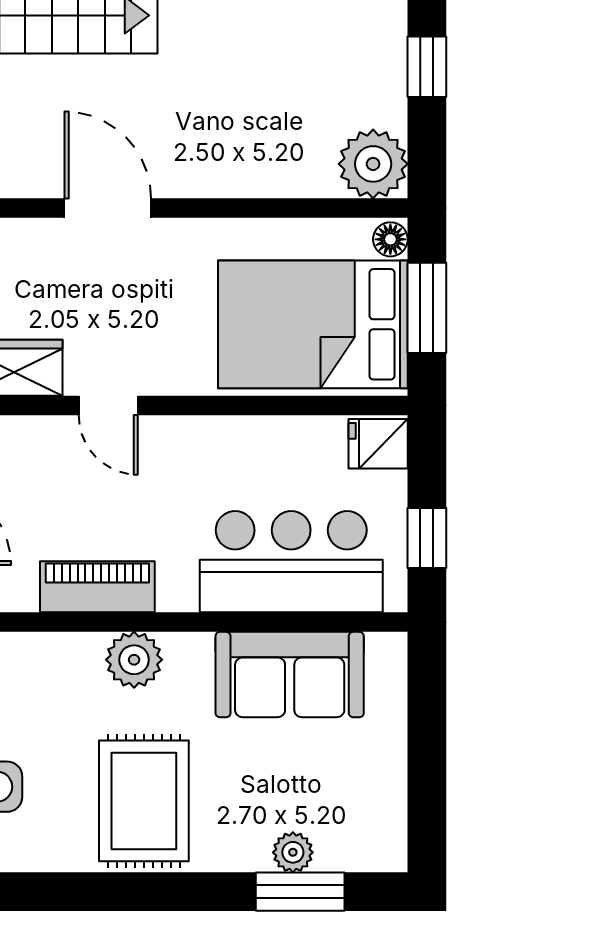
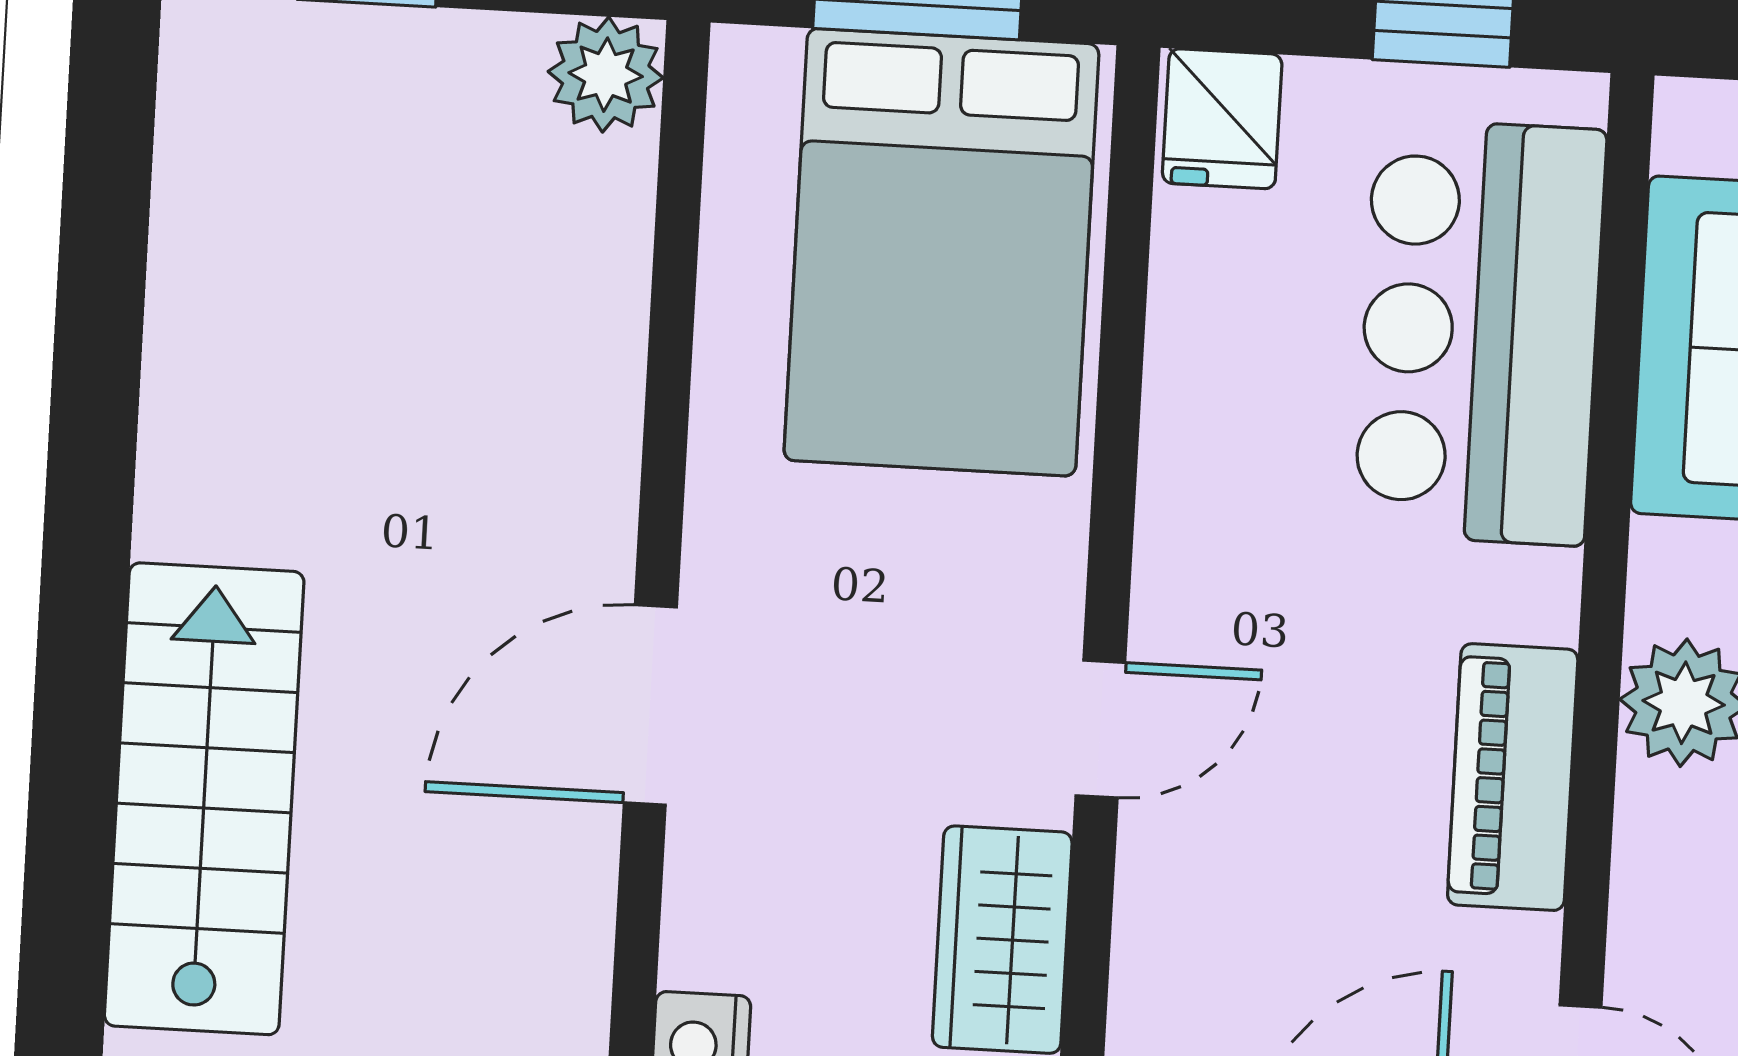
plant: (373, 164) -> (606, 75), width x0.73, depth x0.73
floor lamp: (390, 239) -> (758, 65), removed

